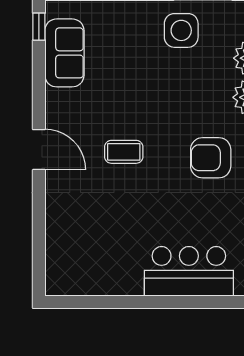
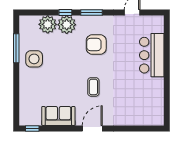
sofa: (64, 53) -> (58, 116), moved
armchair: (211, 158) -> (96, 45), turned 90

